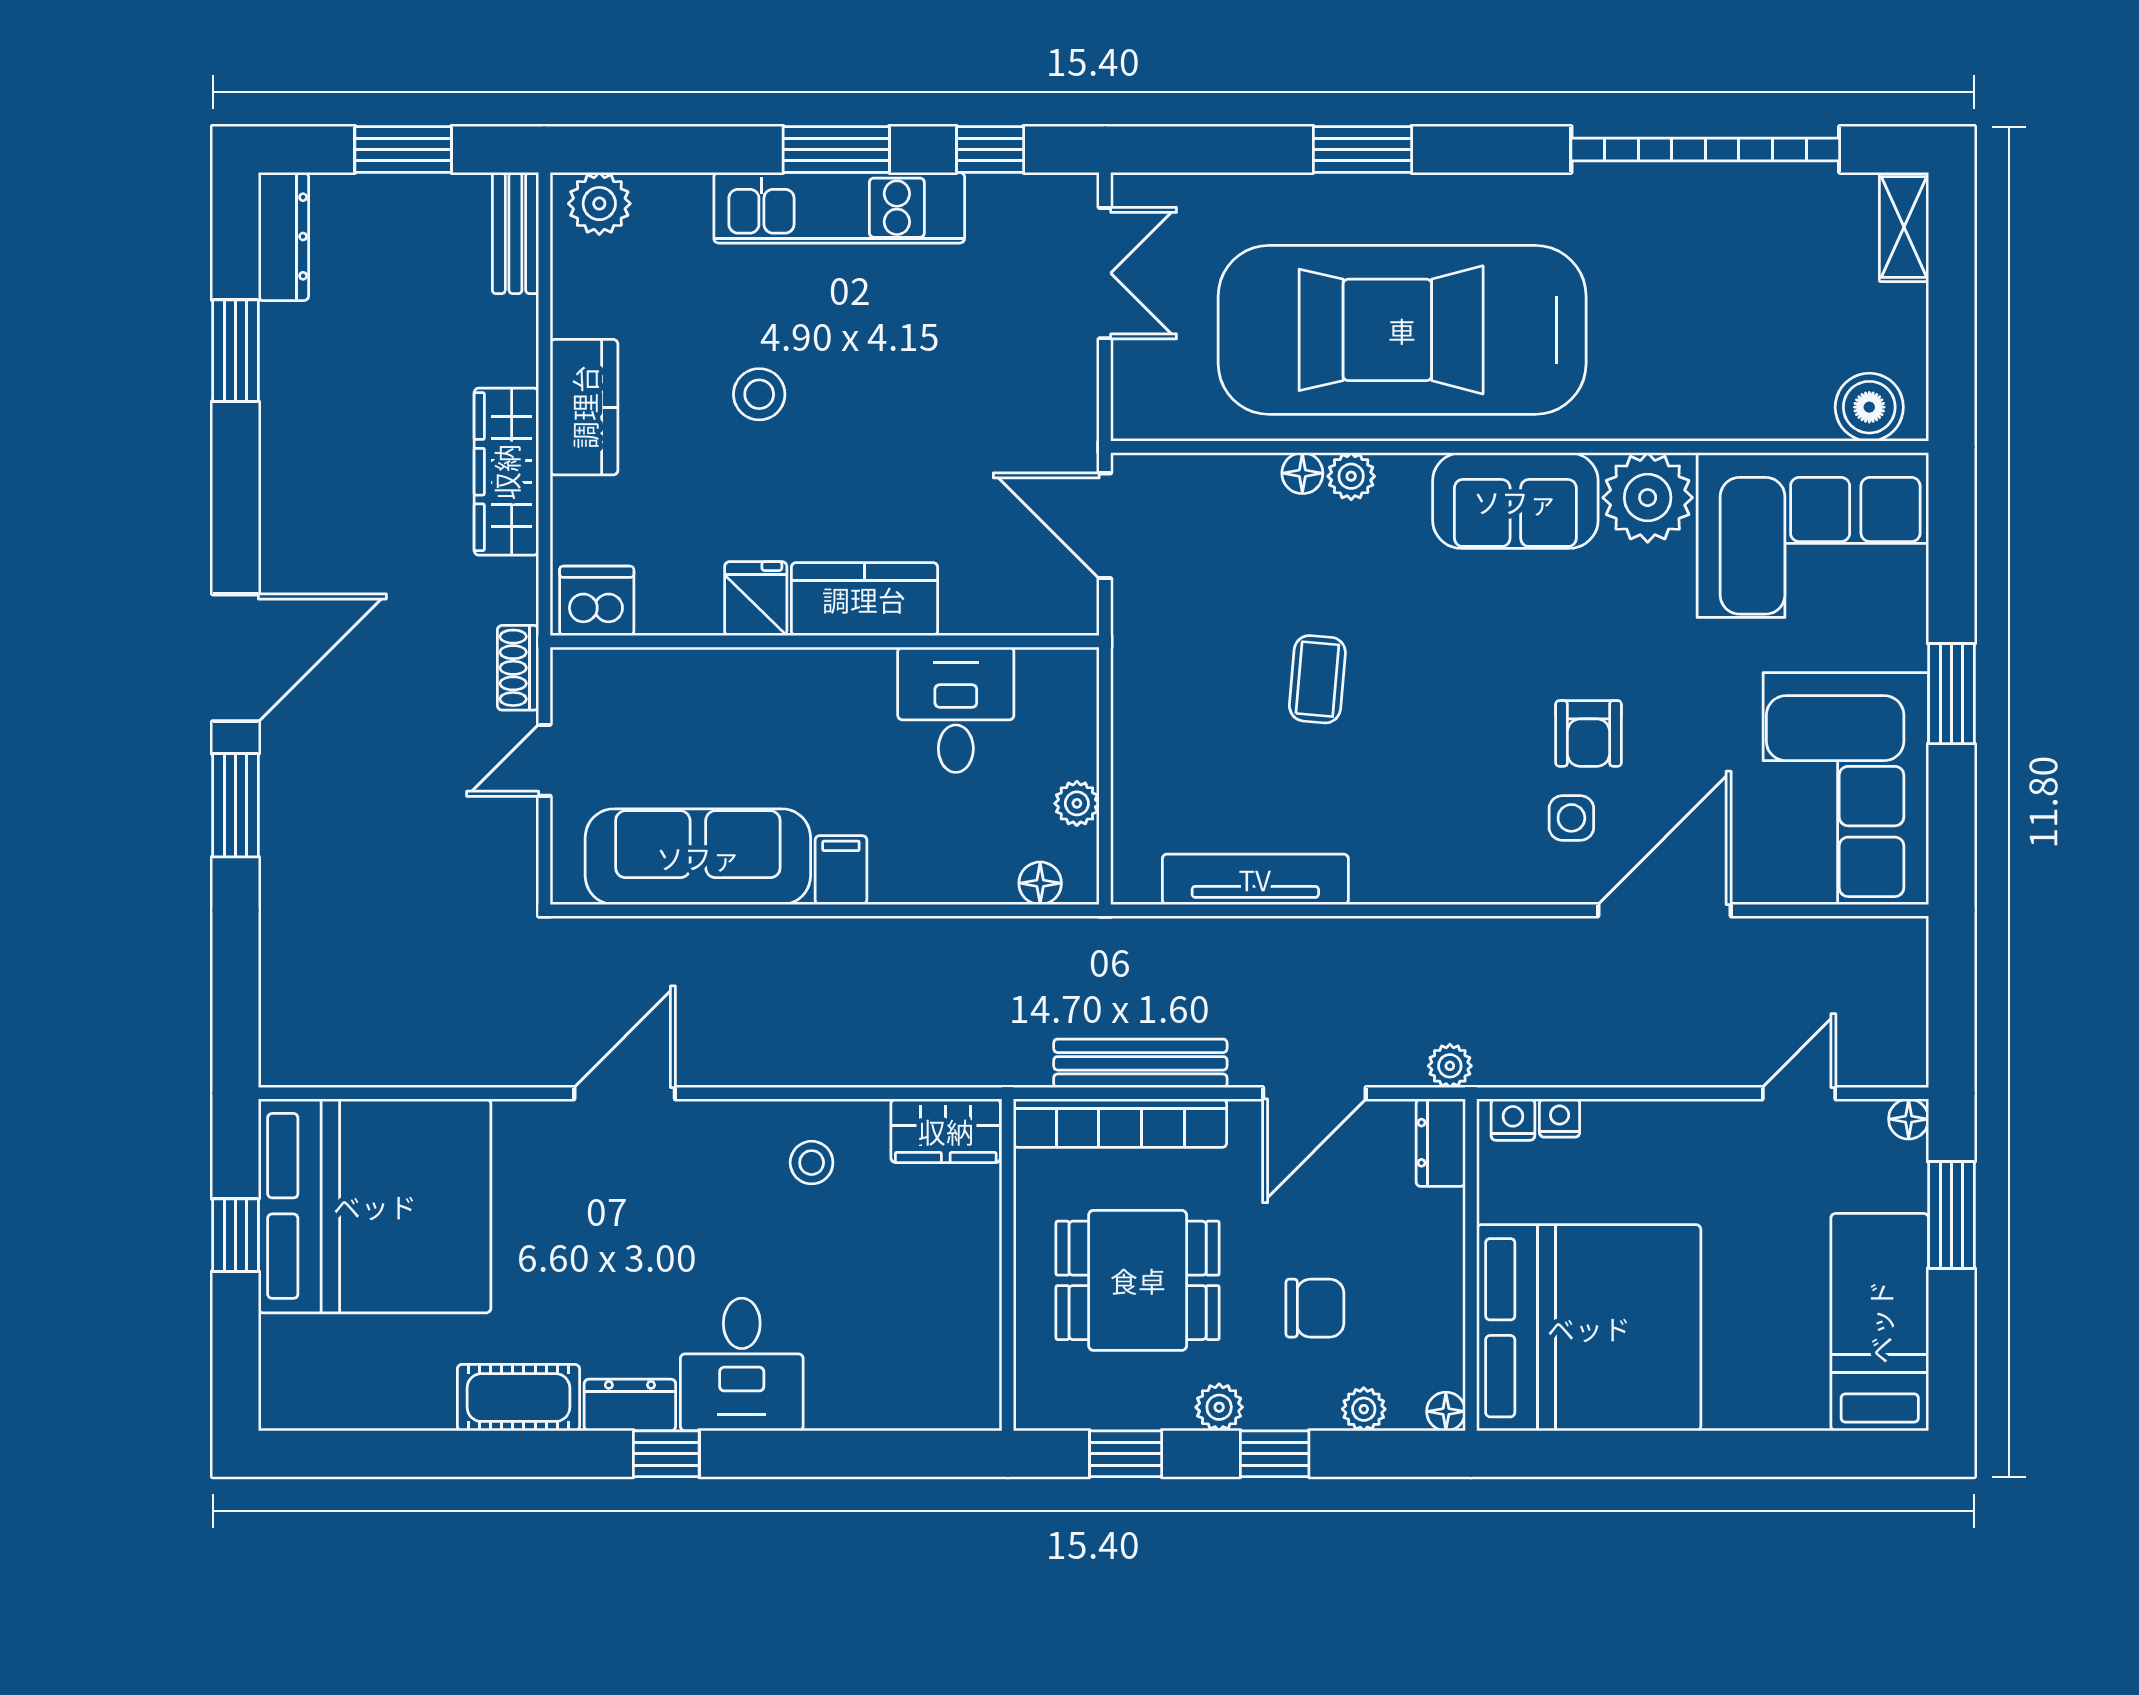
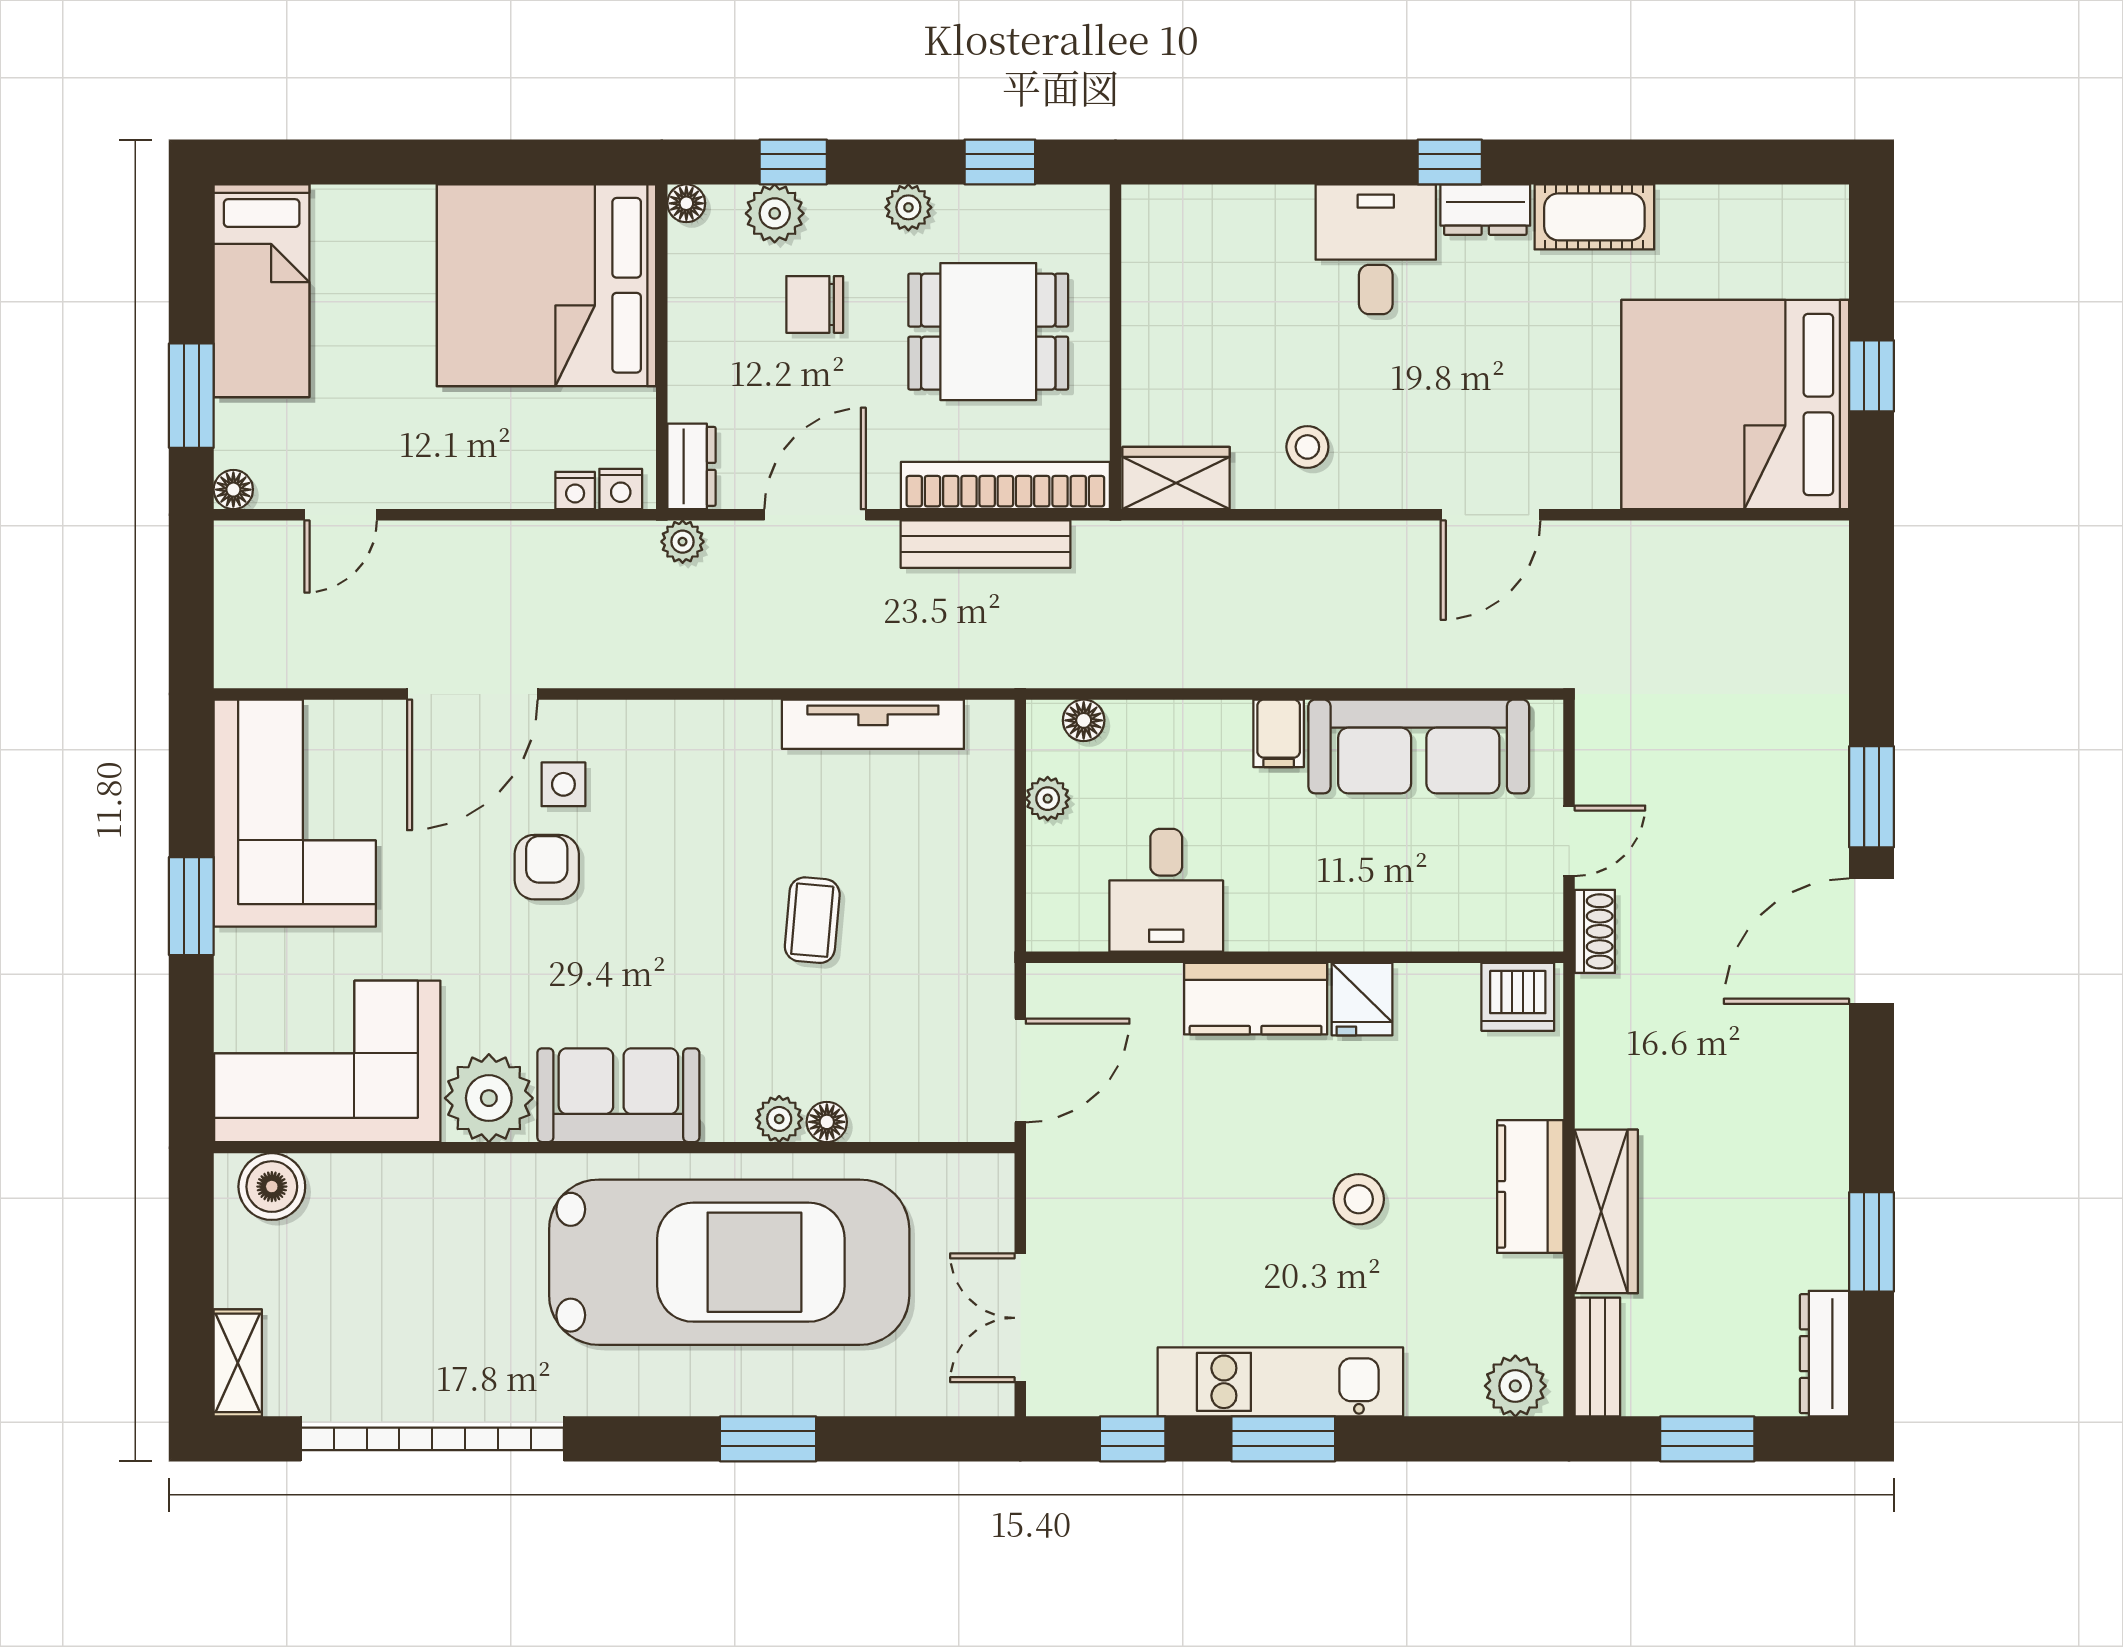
wardrobe: (506, 472) -> (1606, 1211), moved
door: (1105, 526) -> (1020, 1070), hinge flipped
plant: (1364, 1409) -> (775, 213), width x1.38, depth x1.38
window: (1275, 1454) -> (793, 162), moved

